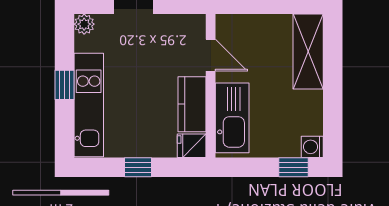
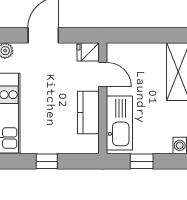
fridge: (192, 146) -> (88, 52), moved
window: (294, 167) -> (142, 161), moved

